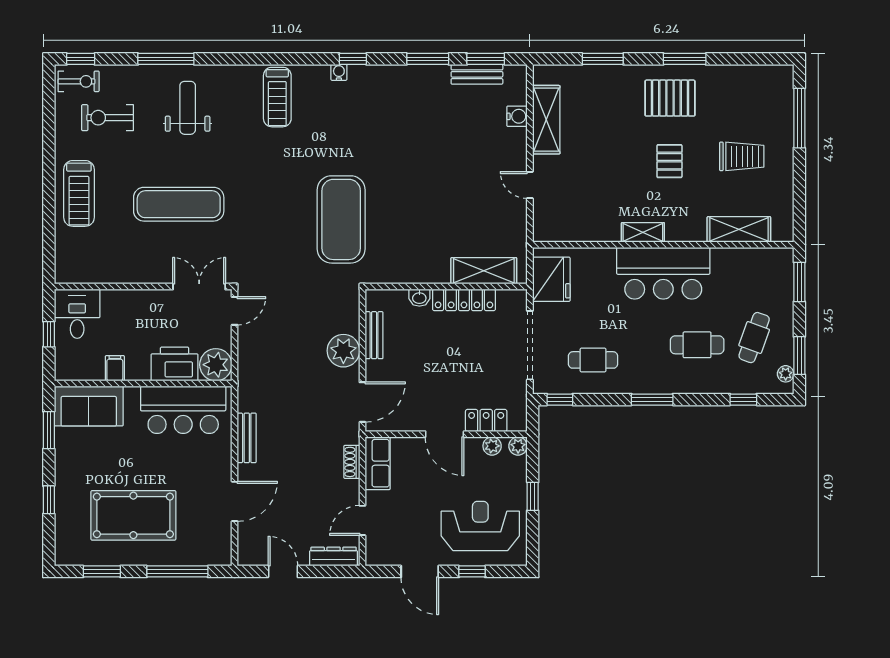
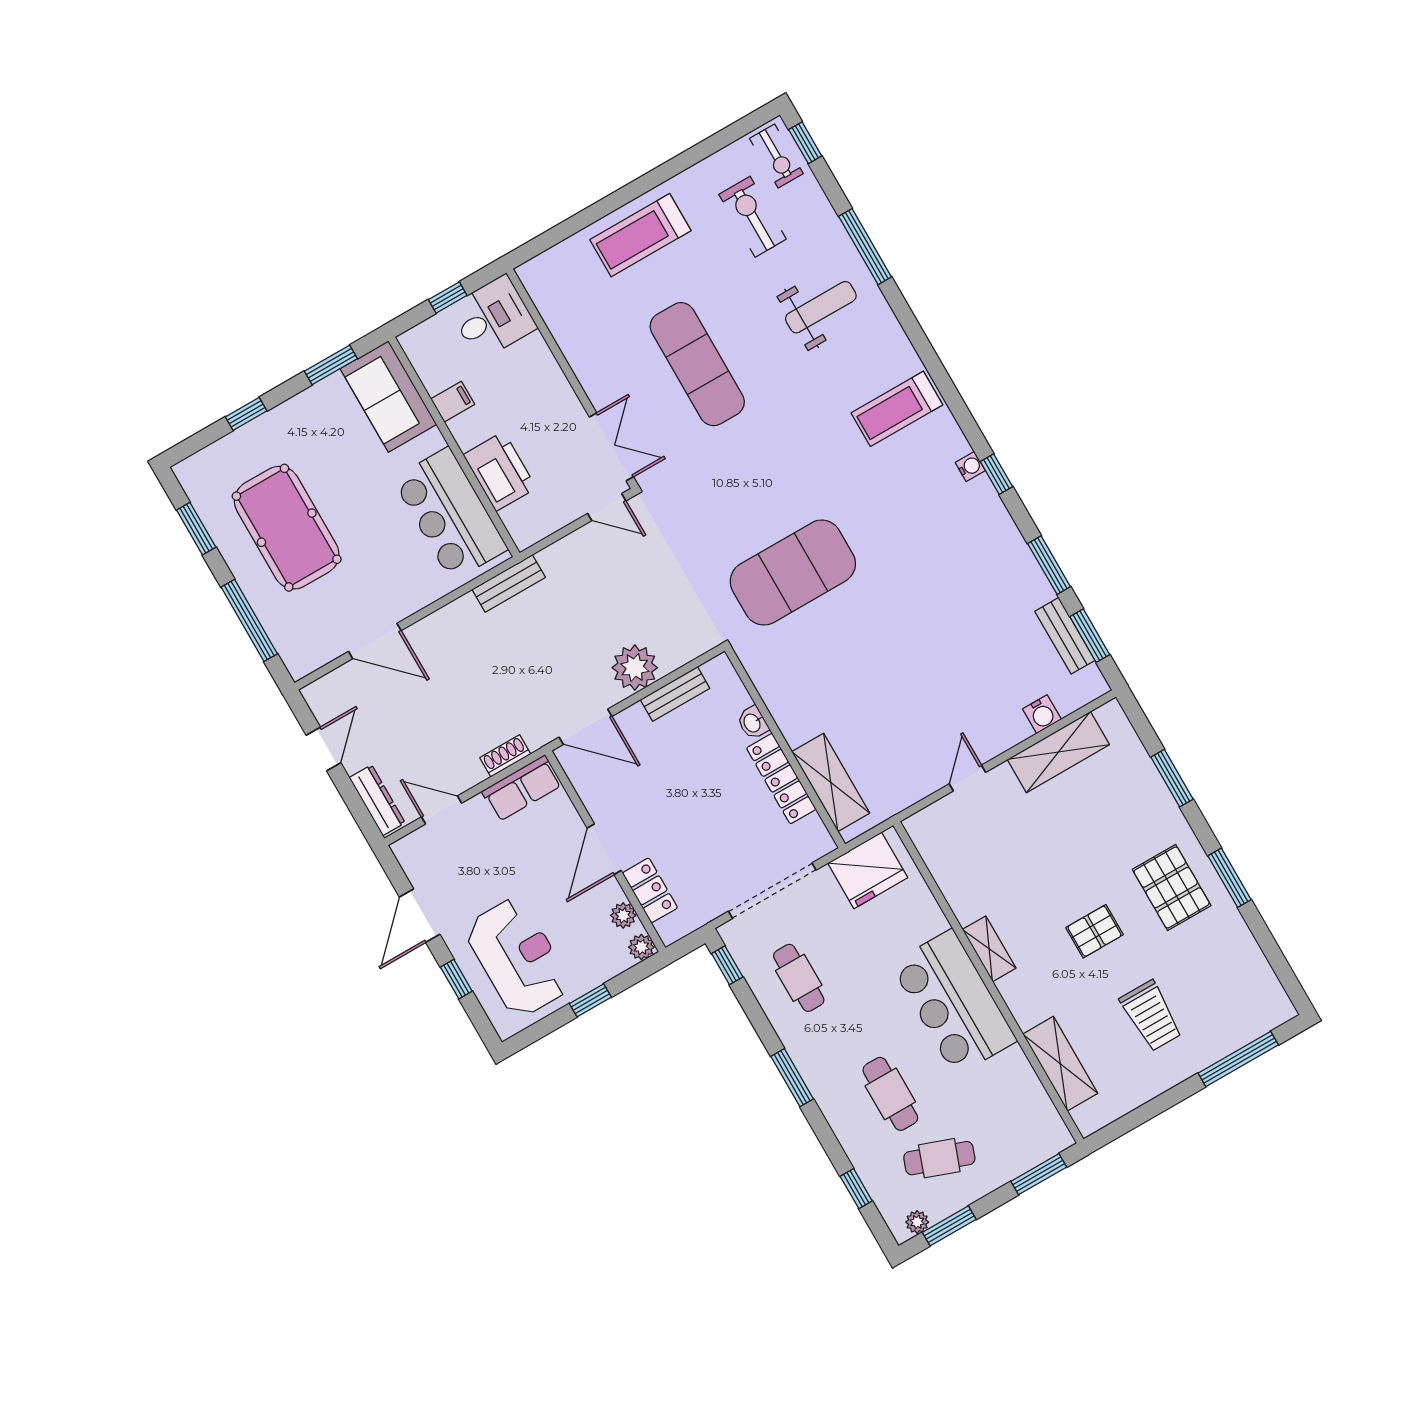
plant: (216, 365) -> (528, 522), removed
bench: (247, 438) -> (509, 583), moved

